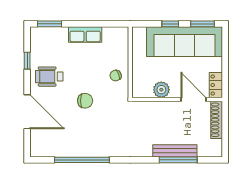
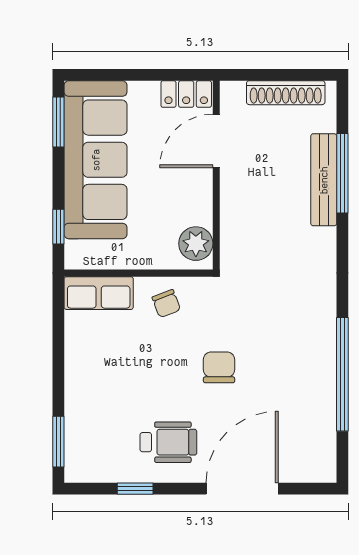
window: (170, 24) -> (58, 227), moved
row of seats: (85, 35) -> (99, 293), moved, turned 90
wheelchair: (49, 77) -> (168, 442), turned -90
plant: (161, 90) -> (196, 244), moved
shoe rack: (217, 120) -> (286, 93), moved

